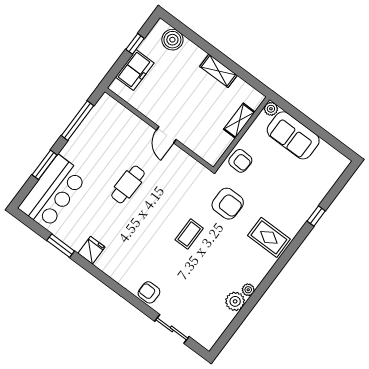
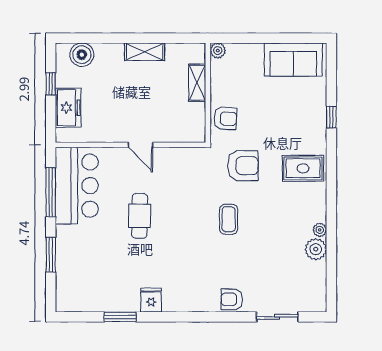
sofa: (293, 135) -> (293, 60), moved
bar counter: (53, 192) -> (77, 186), moved

